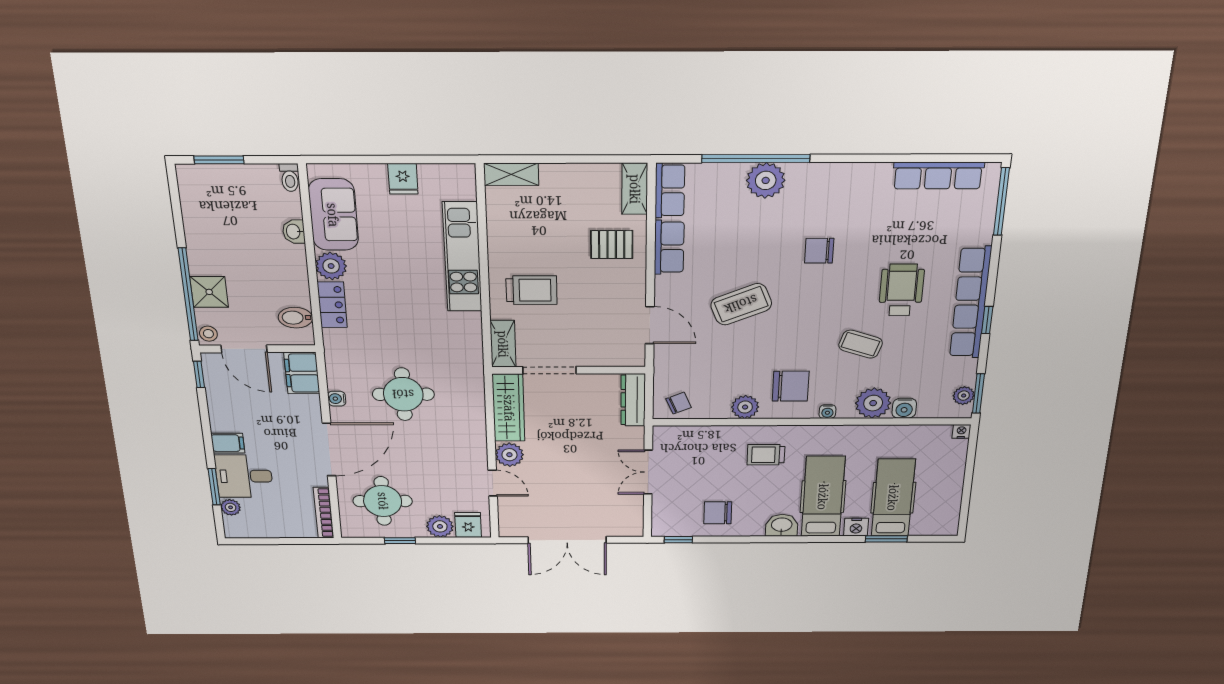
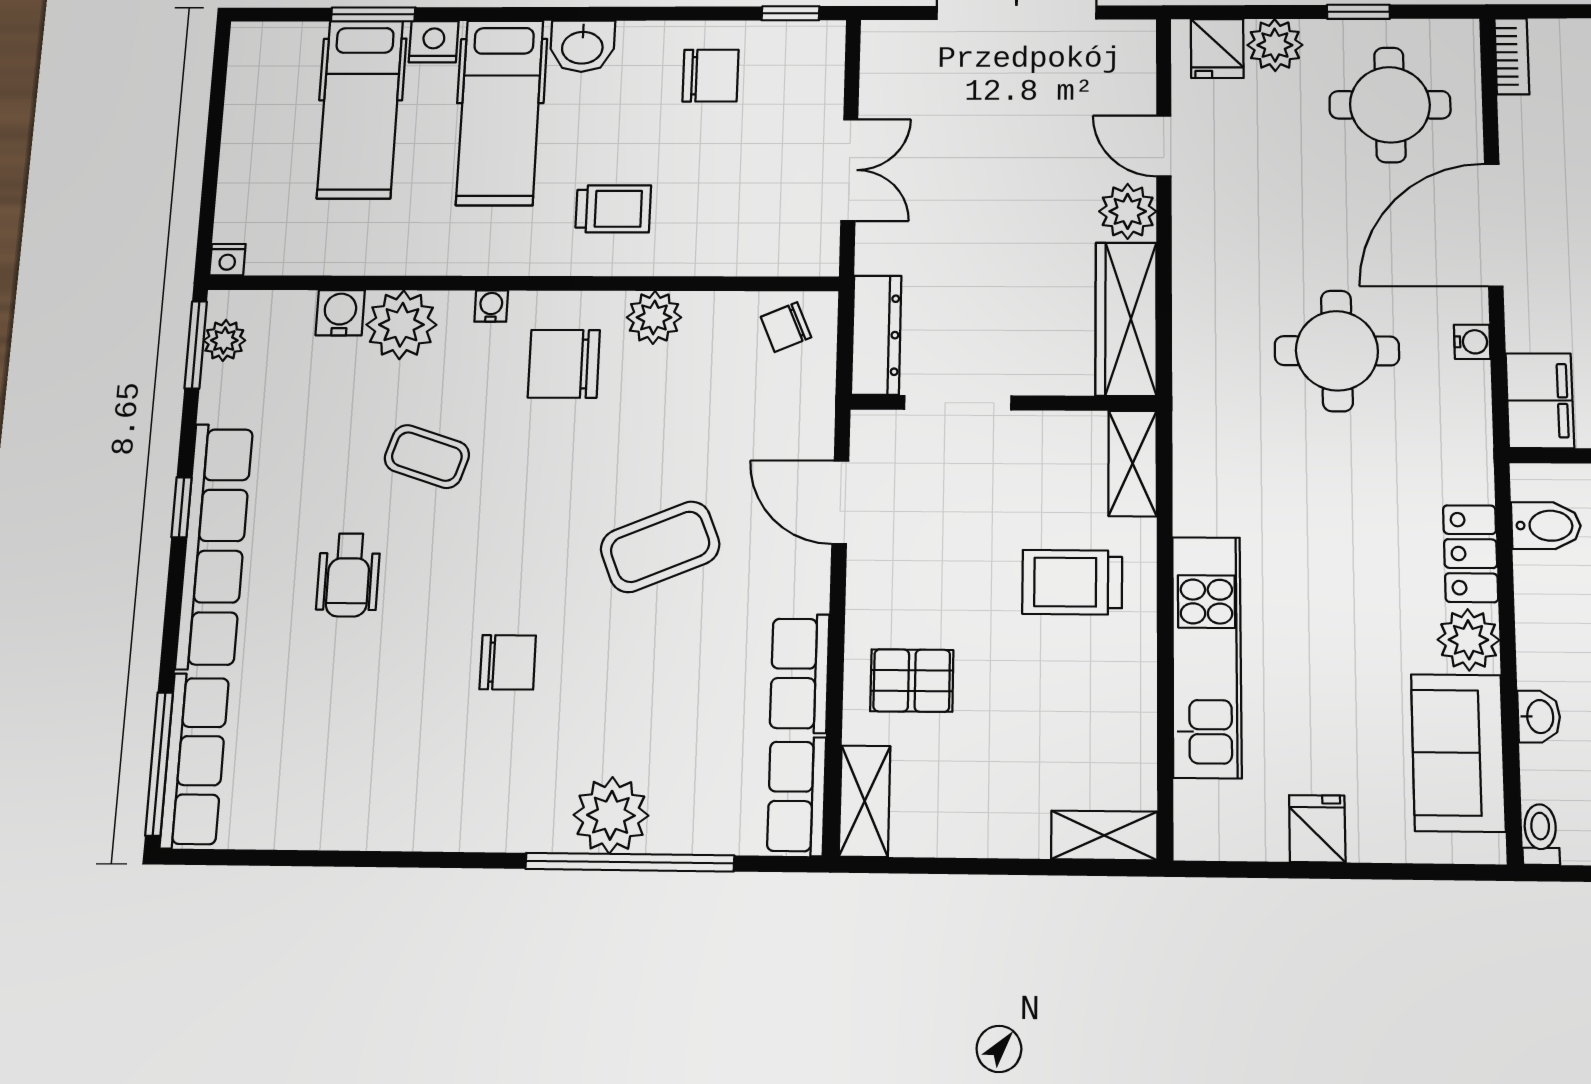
row of seats: (938, 175) -> (195, 761), moved, turned 90
wheelchair: (901, 290) -> (348, 575), width x0.73, depth x0.73
doorway: (549, 370) -> (958, 403), moved
bookcase: (324, 513) -> (1512, 56), width x0.64

